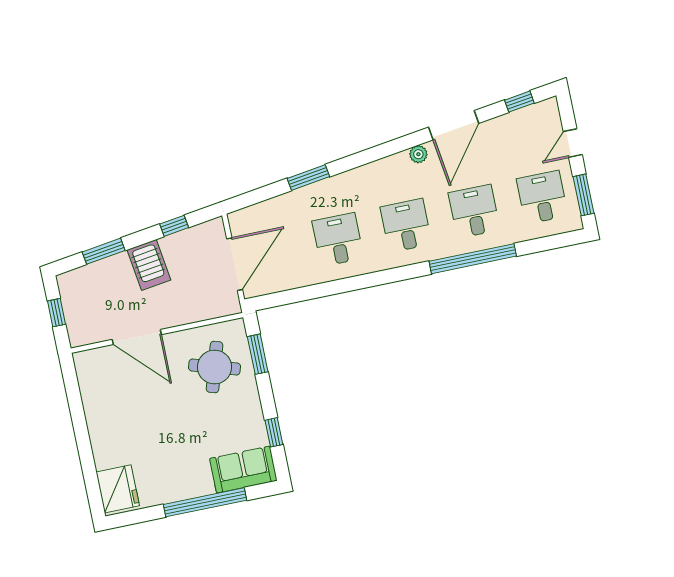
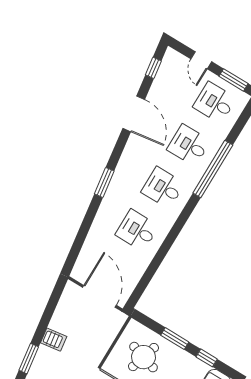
plant: (418, 154) -> (132, 146), removed
window: (308, 178) -> (104, 182), moved
window: (174, 226) -> (50, 309), removed
server rack: (149, 265) -> (54, 340), width x0.73, depth x0.70
window: (258, 354) -> (175, 339), moved

